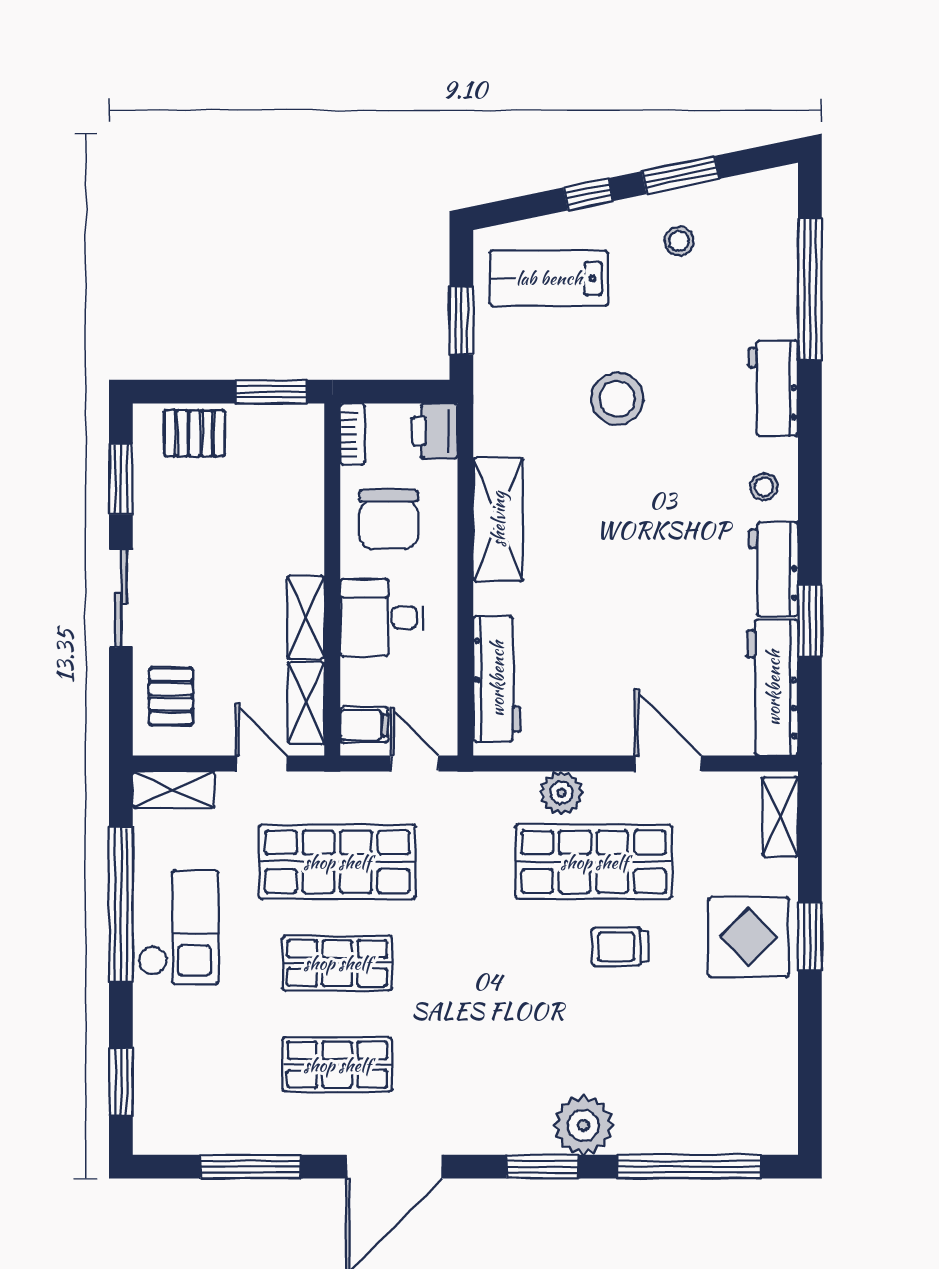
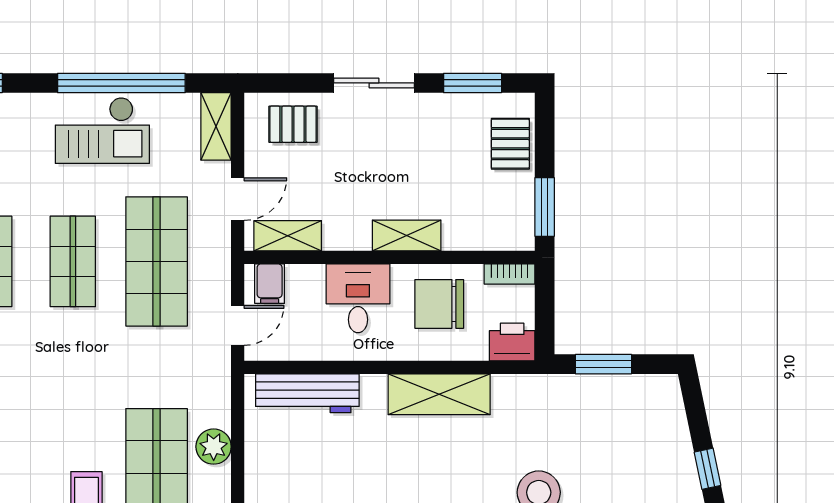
lab bench: (549, 278) -> (638, 436), removed
shelving: (306, 617) -> (407, 236), moved

